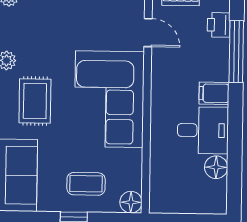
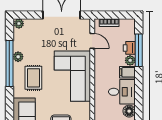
printer: (219, 25) -> (129, 48), moved
plant: (219, 71) -> (130, 60), added

